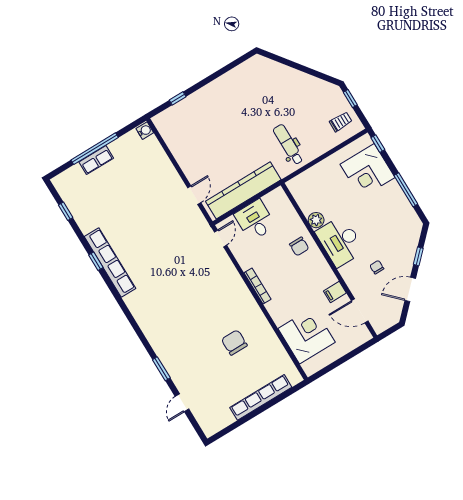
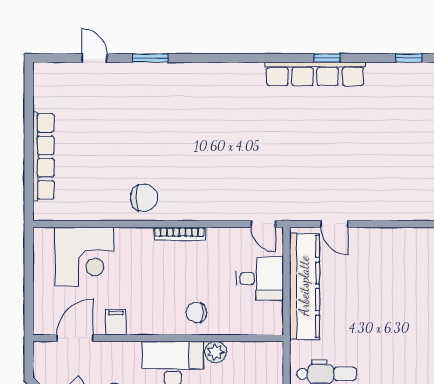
chair: (234, 342) -> (144, 198), moved

